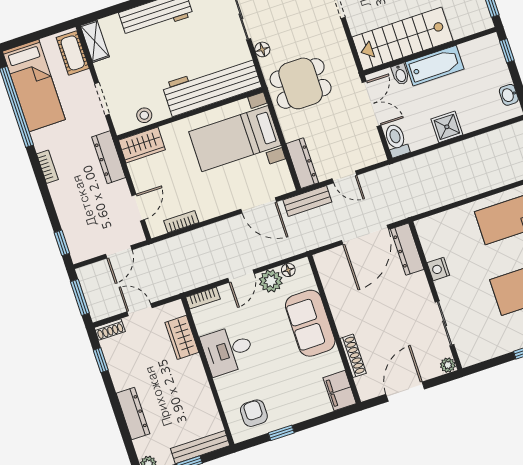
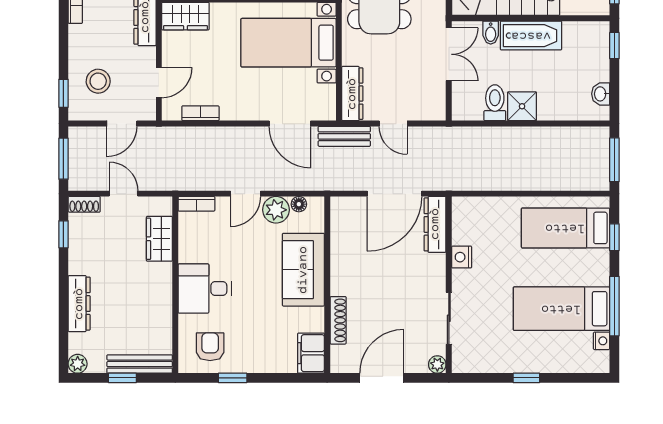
toilet: (396, 140) -> (495, 103), moved
stool: (87, 223) -> (98, 81), added
desk: (228, 350) -> (205, 289), moved

